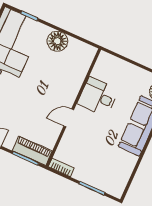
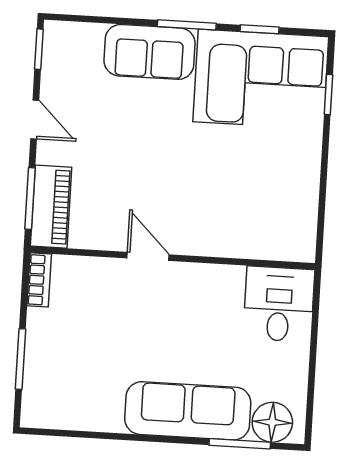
floor lamp: (57, 41) -> (298, 172), removed
desk: (98, 97) -> (279, 304), moved

